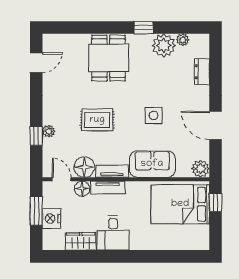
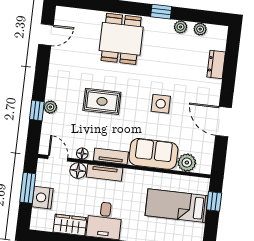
plant: (164, 45) -> (181, 27), width x0.53, depth x0.53
floor lamp: (84, 167) -> (82, 153), width x0.53, depth x0.53
plant: (201, 169) -> (187, 163), moved
bed: (180, 204) -> (177, 206), width x0.67

